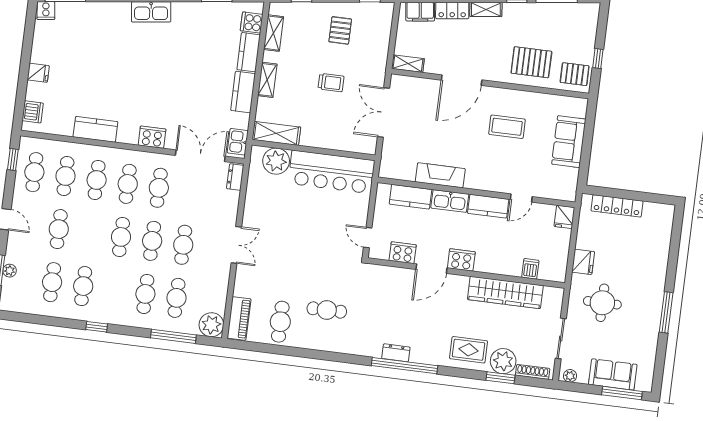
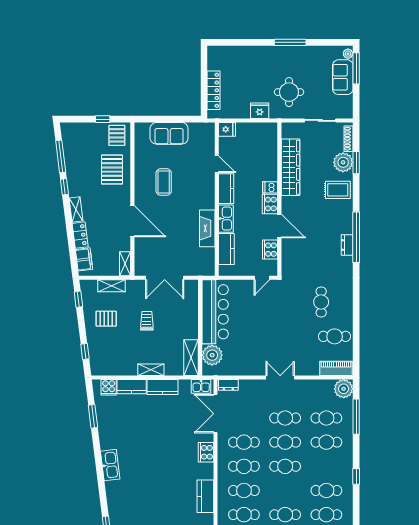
shelving: (274, 33) -> (111, 286), moved
dishwasher: (530, 269) -> (270, 187), moved
rug: (469, 350) -> (338, 190), turned 90
plant: (570, 376) -> (348, 54), moved

